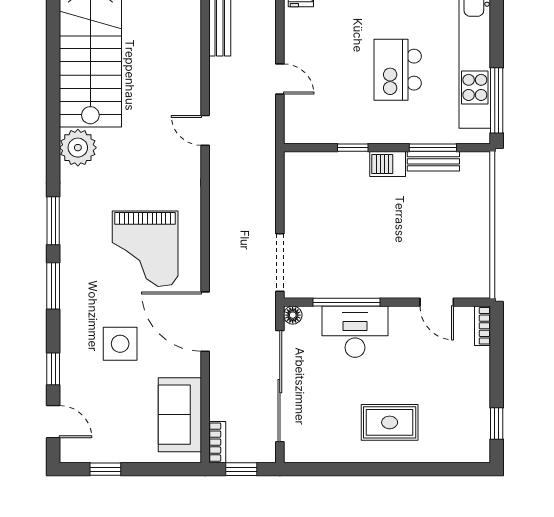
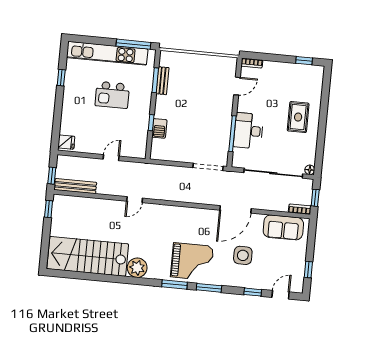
barbecue: (388, 164) -> (159, 128), moved
grand piano: (145, 249) -> (192, 262), moved
floor lamp: (293, 315) -> (310, 170), moved

